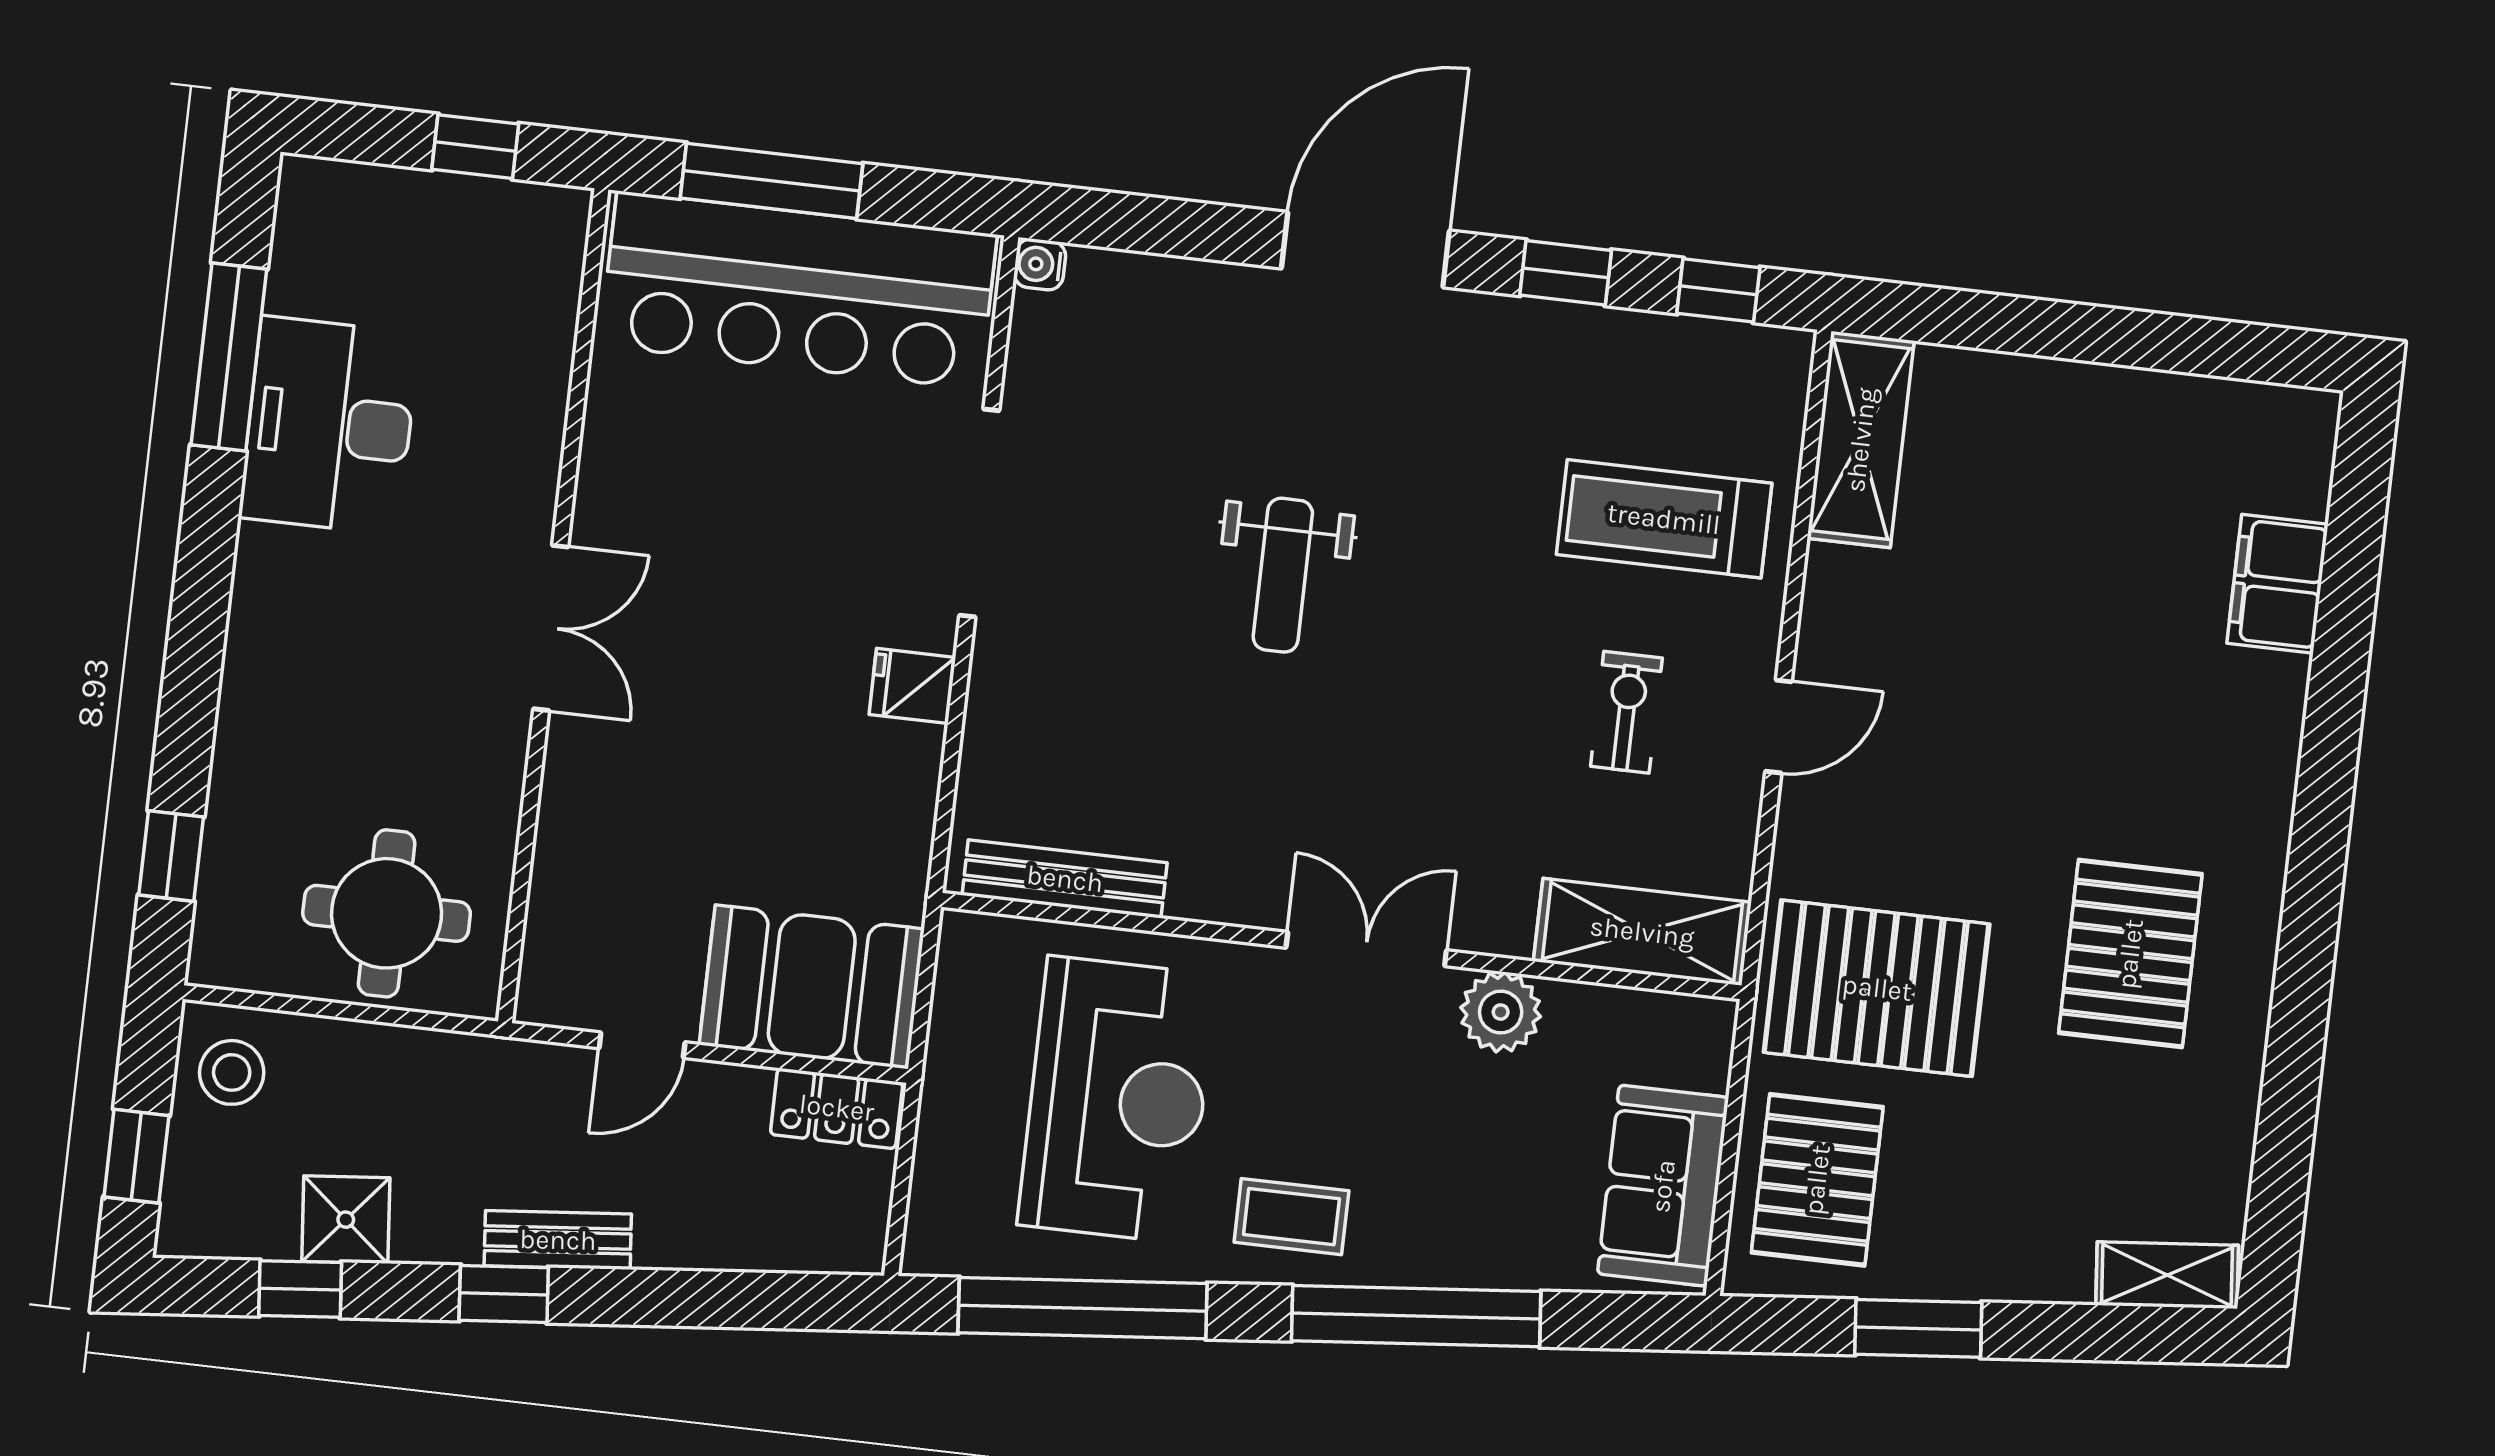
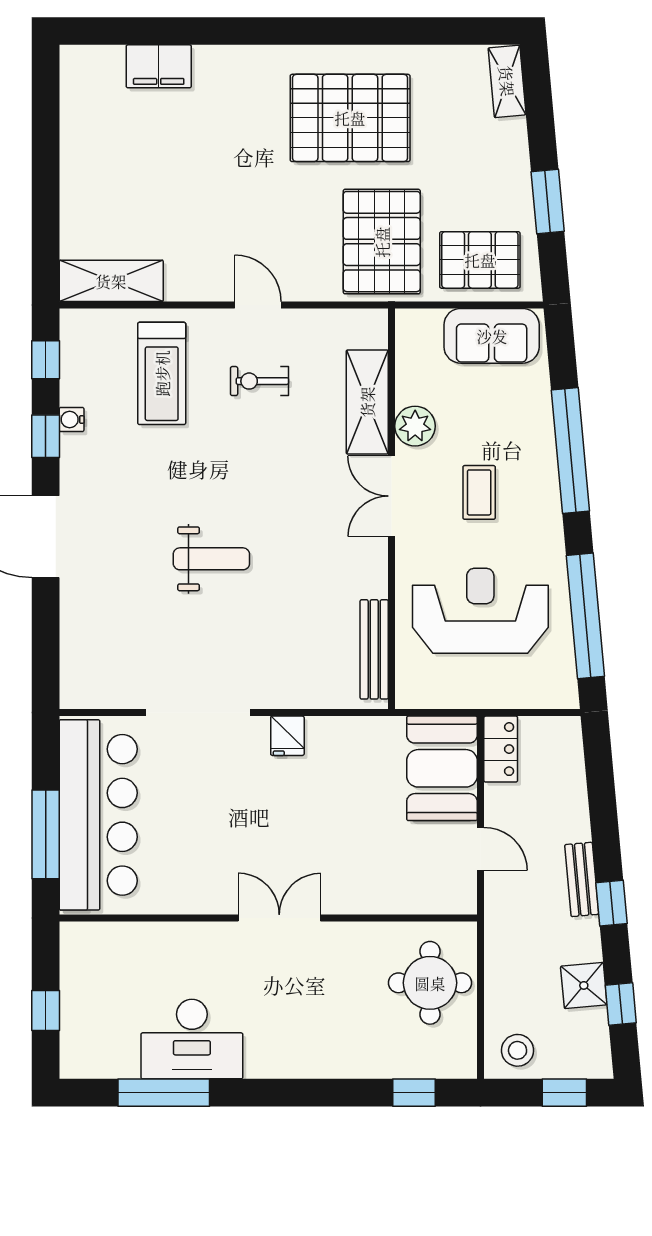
window: (475, 147) -> (46, 1011), moved
water cooler: (1040, 264) -> (72, 419), moved, turned 90
shelving: (1642, 932) -> (367, 402), moved
pallet: (2130, 954) -> (350, 118), width x1.37, depth x1.41
coffee table: (1291, 1217) -> (479, 492), moved

